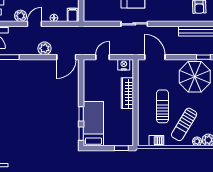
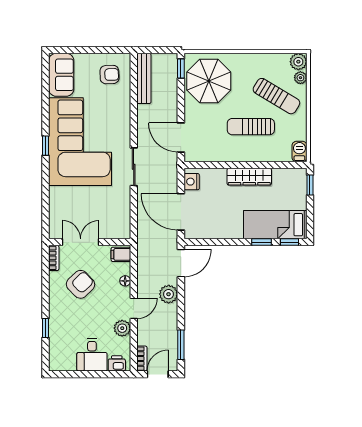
door: (34, 24) -> (134, 308), swing flipped
door: (66, 57) -> (181, 263), hinge flipped
door: (102, 57) -> (181, 212), width x1.87
door: (155, 57) -> (181, 138), hinge flipped
wardrobe: (127, 93) -> (249, 177), moved
barbecue: (156, 141) -> (299, 152), moved

